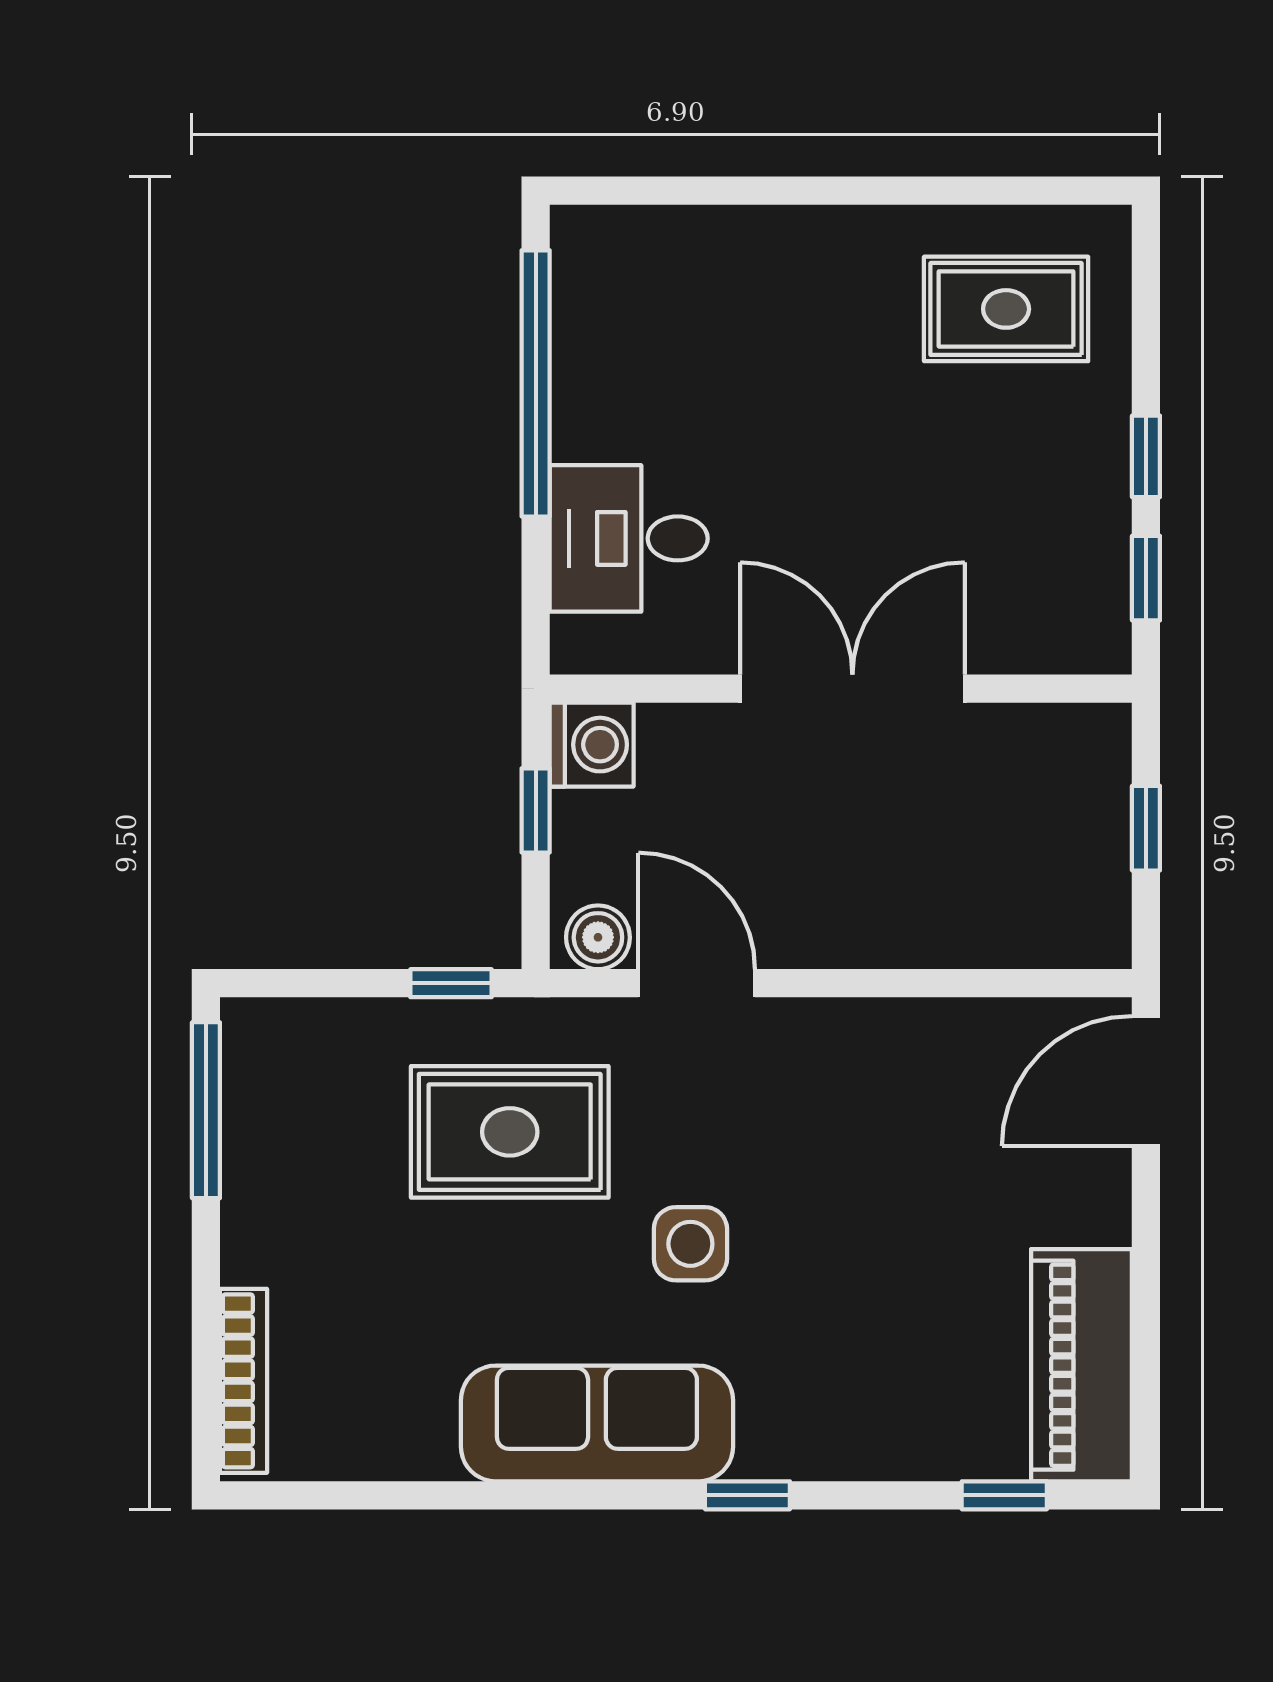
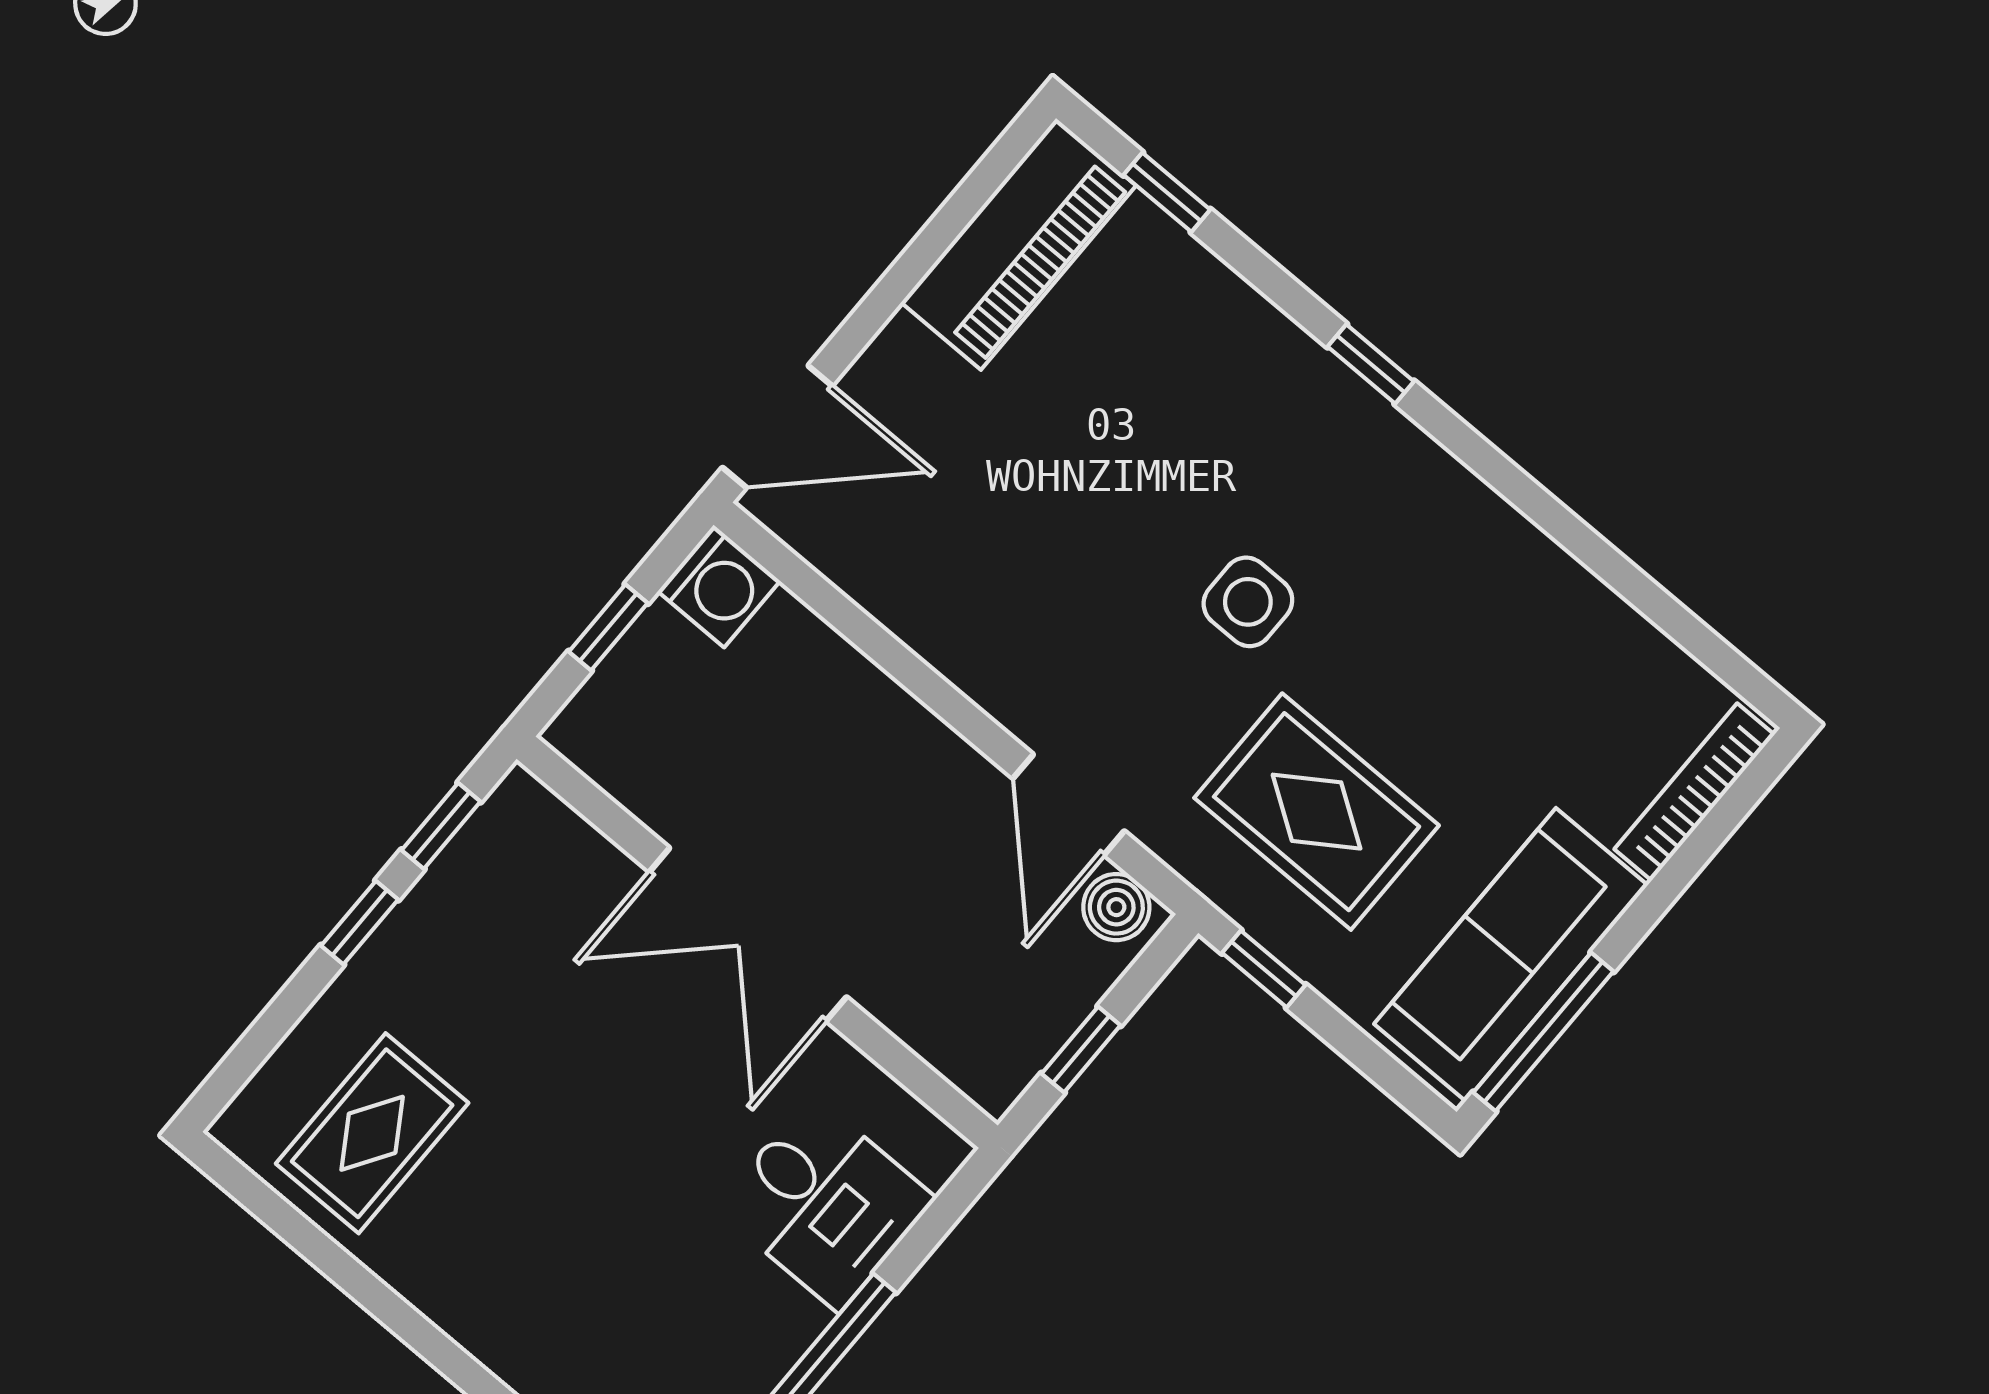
rug: (1006, 309) -> (372, 1133), turned 90
washing machine: (592, 745) -> (719, 586), moved, turned 180
sofa: (597, 1423) -> (1511, 955), moved, turned 90

